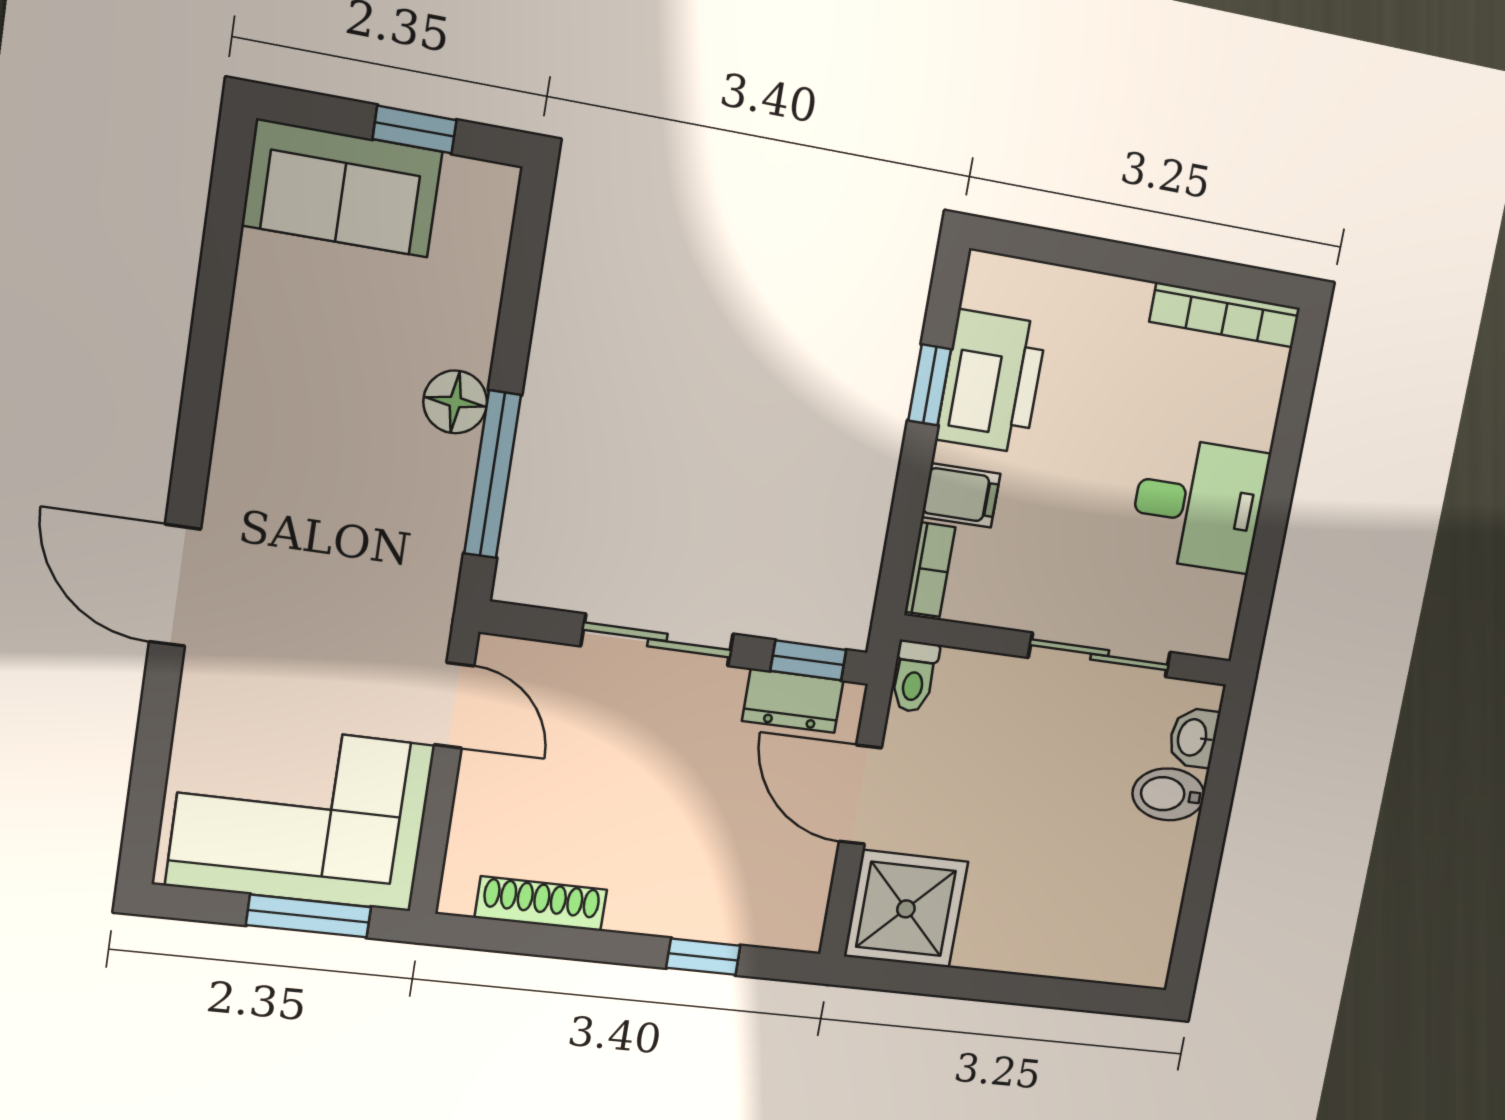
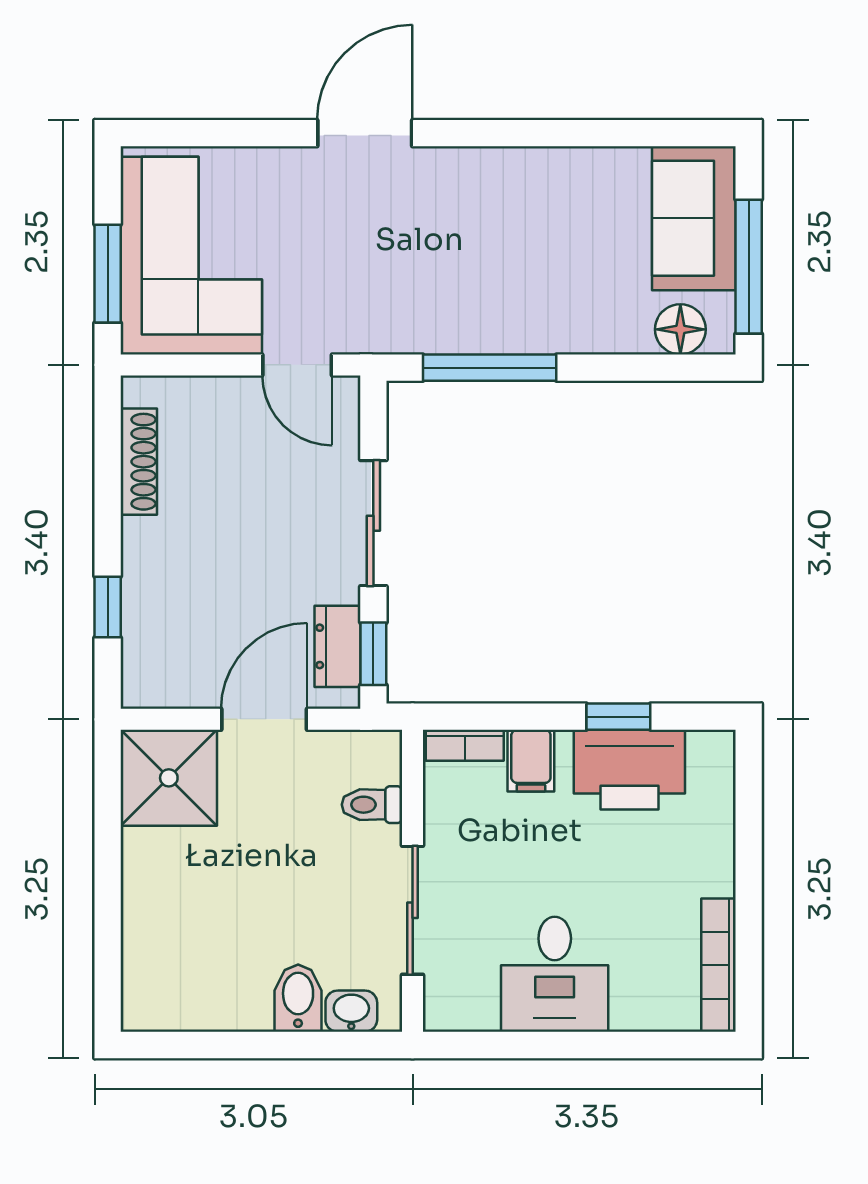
window: (415, 130) -> (749, 267), width x2.17
floor lamp: (455, 402) -> (680, 329), moved
toilet: (914, 677) -> (372, 805), moved
door: (454, 705) -> (297, 365), hinge flipped

